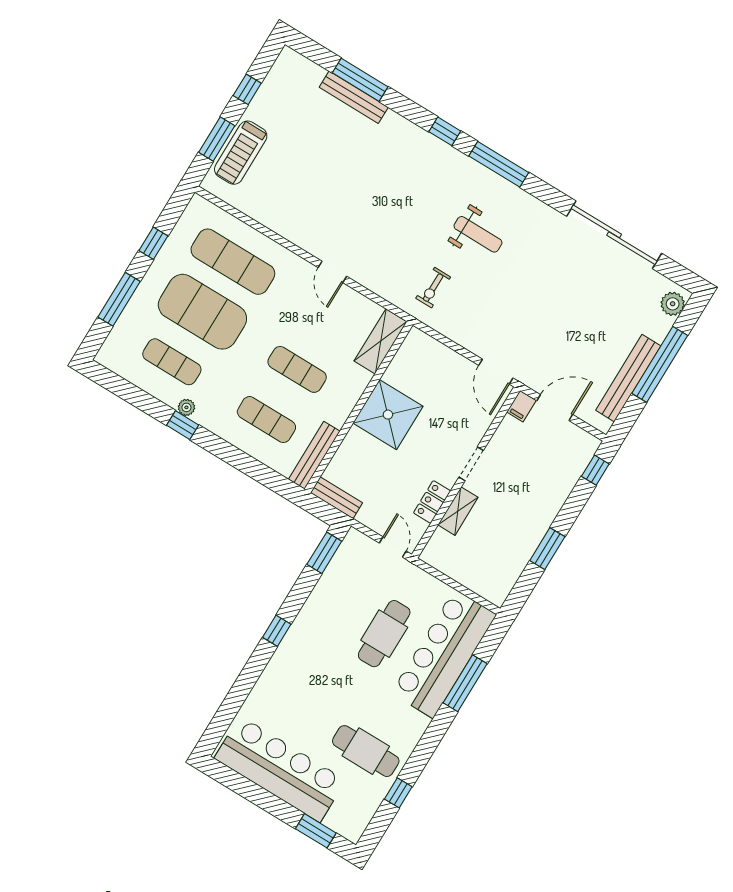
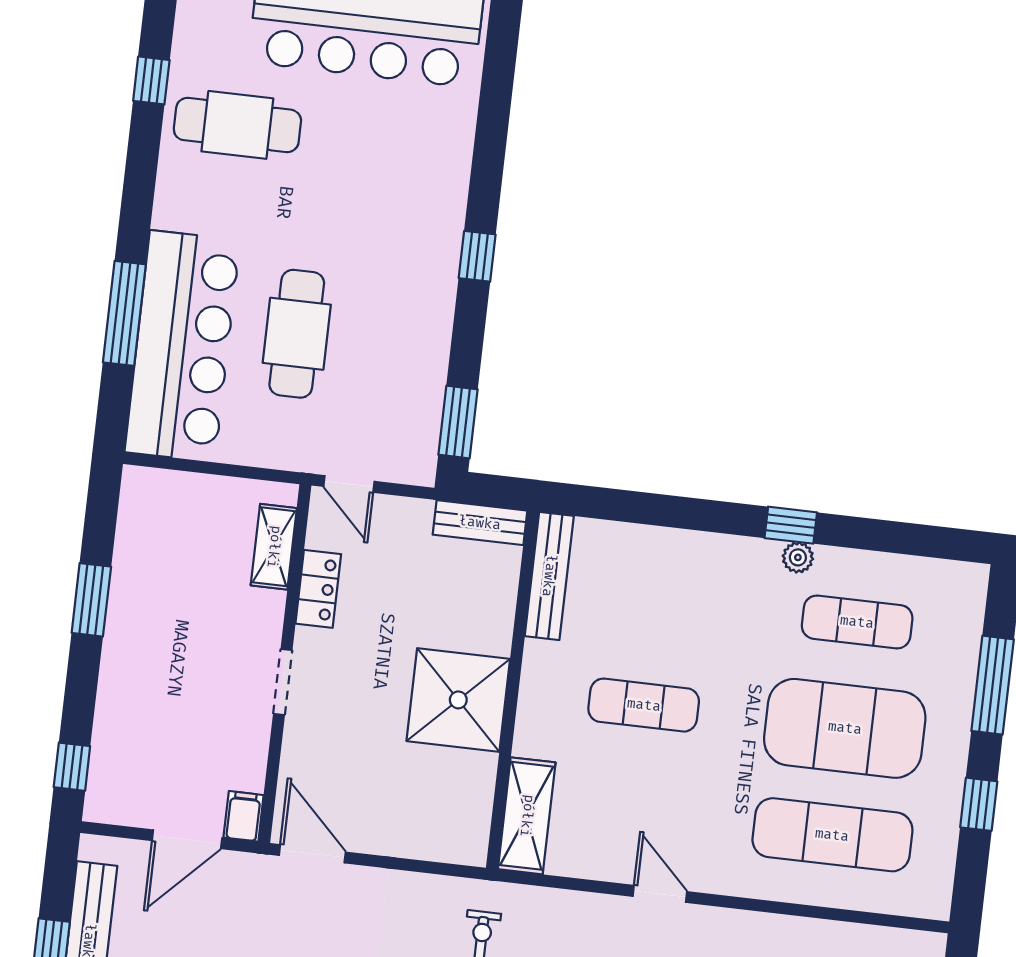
exercise mat: (266, 420) -> (656, 599), removed
shelving: (458, 511) -> (274, 547), moved

